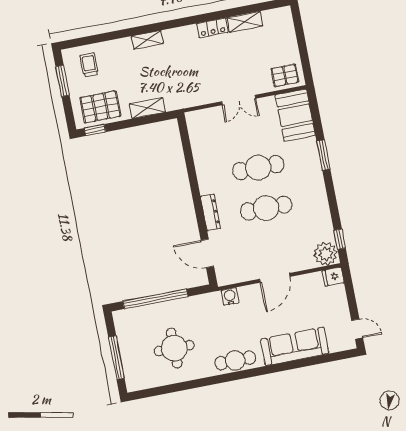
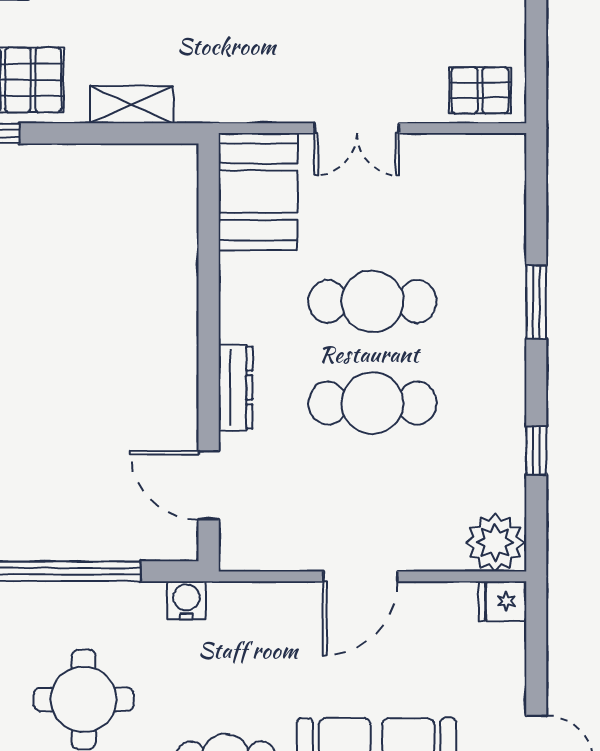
booth: (295, 115) -> (258, 192), moved
window: (340, 239) -> (536, 450), moved
water cooler: (230, 296) -> (186, 600), moved

